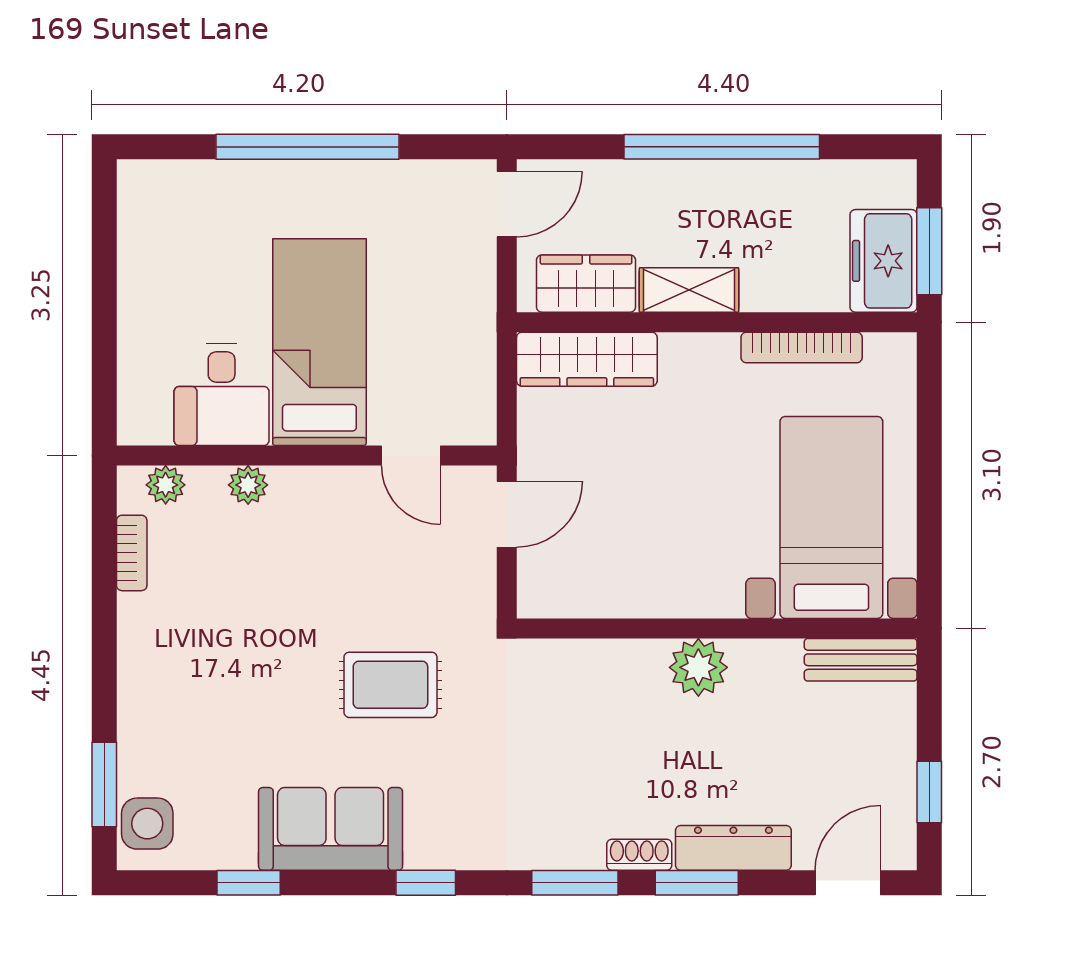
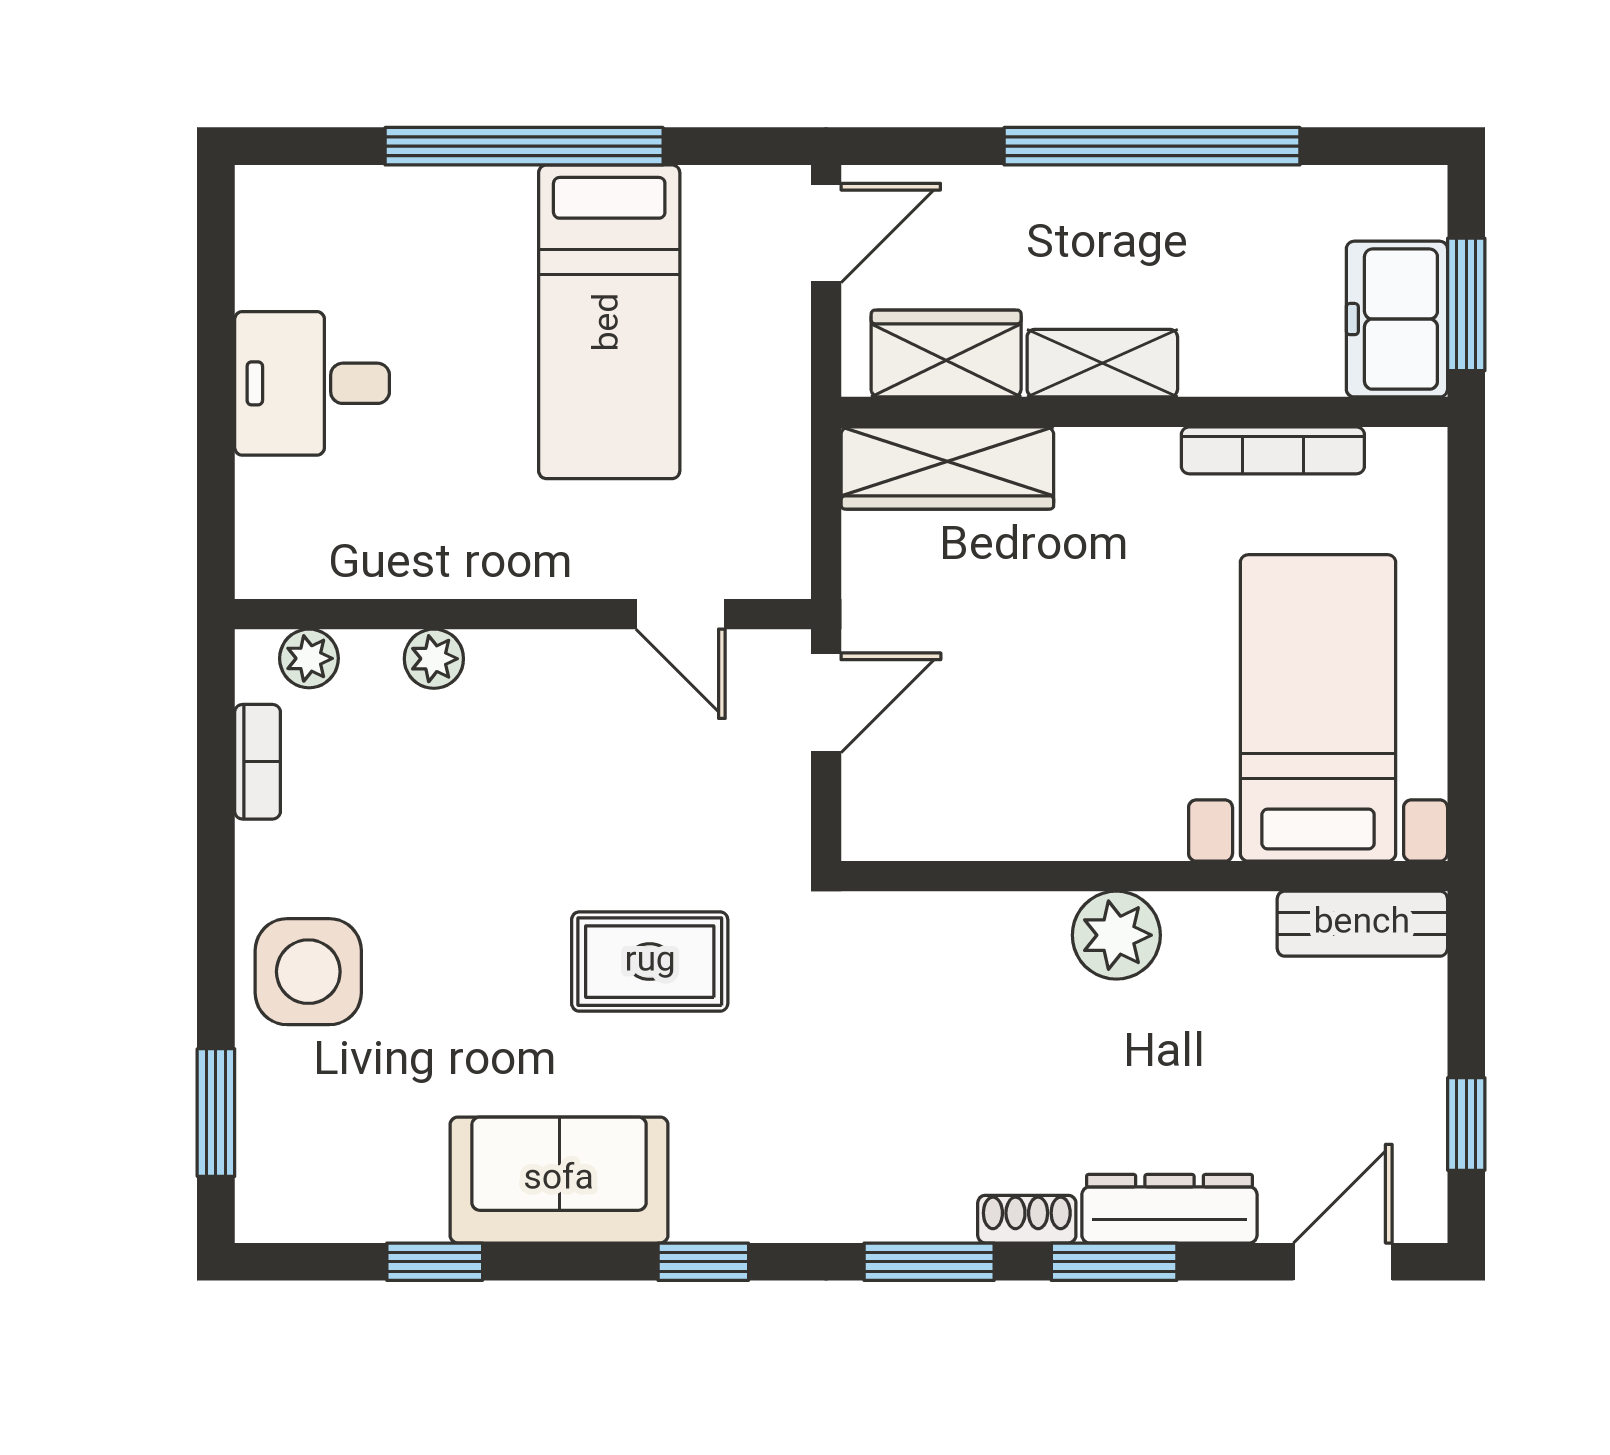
bed: (319, 342) -> (609, 322), moved, turned 180
desk: (222, 395) -> (312, 383), moved, turned 90
side table: (147, 824) -> (308, 972), moved, width x1.37, depth x1.37

